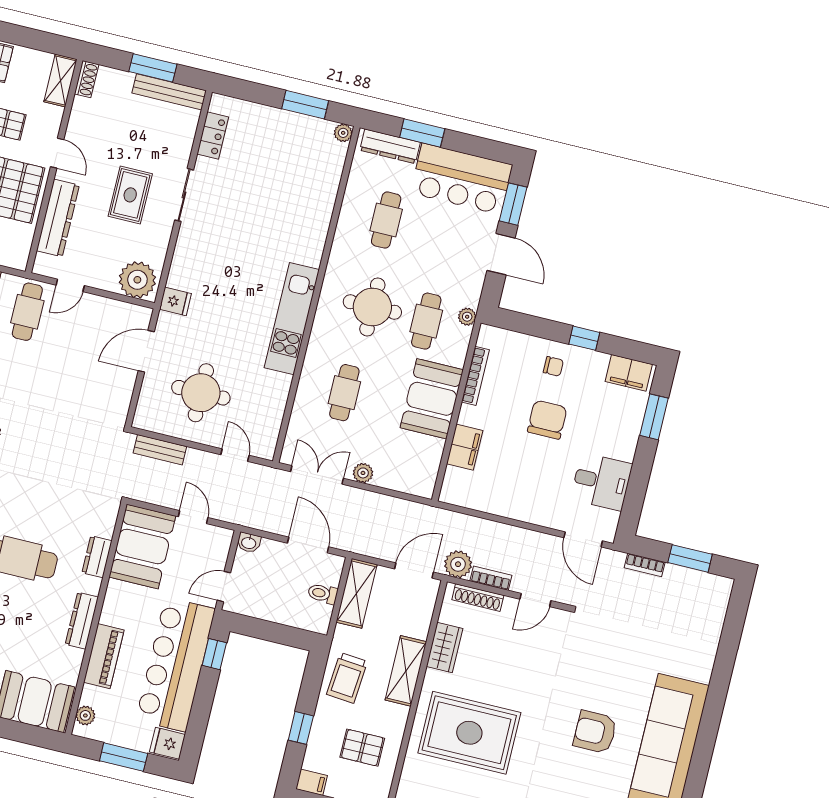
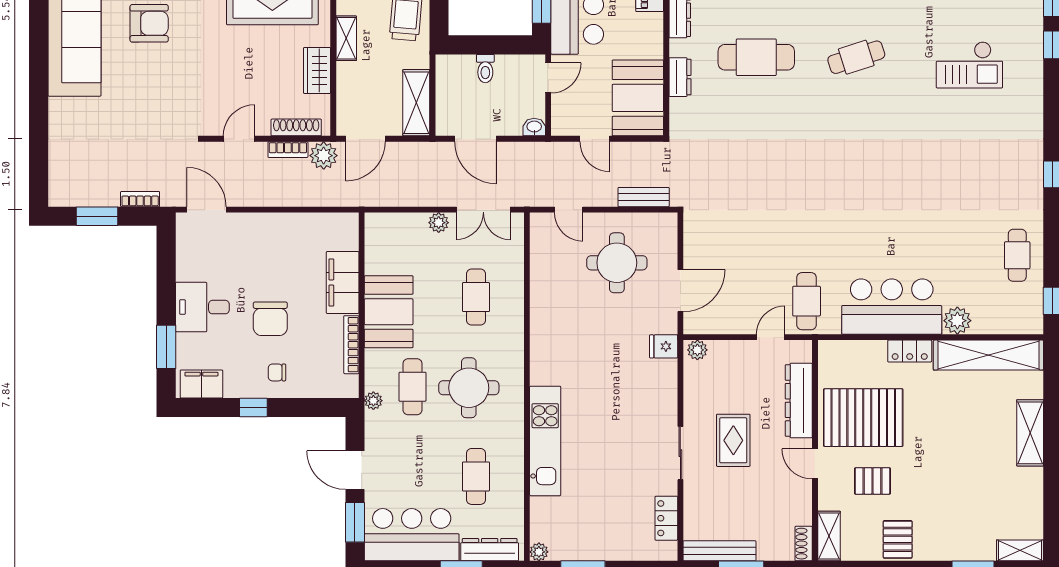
plant: (137, 280) -> (697, 350), width x0.53, depth x0.53
kitchen unit: (292, 319) -> (545, 441), moved
filing cabinet: (465, 447) -> (343, 282), width x1.50, depth x1.17
desk: (601, 482) -> (202, 307), moved
toilet: (323, 594) -> (485, 69), moved, turned 90
shelving: (406, 671) -> (346, 38), width x0.67, depth x0.75

